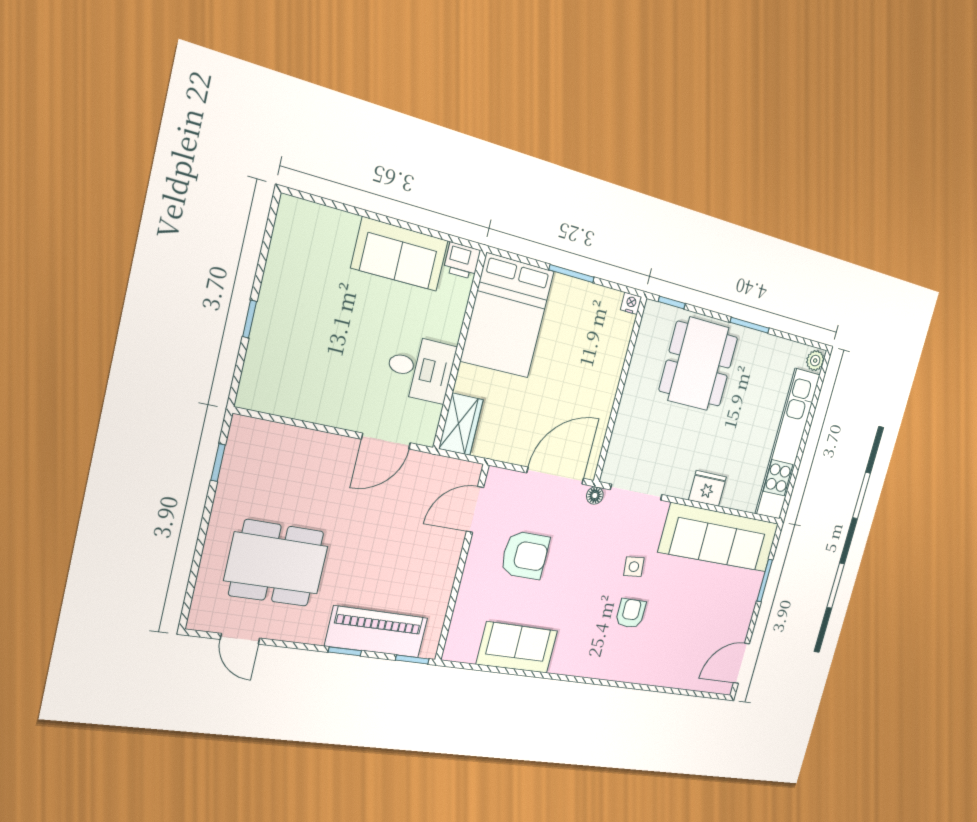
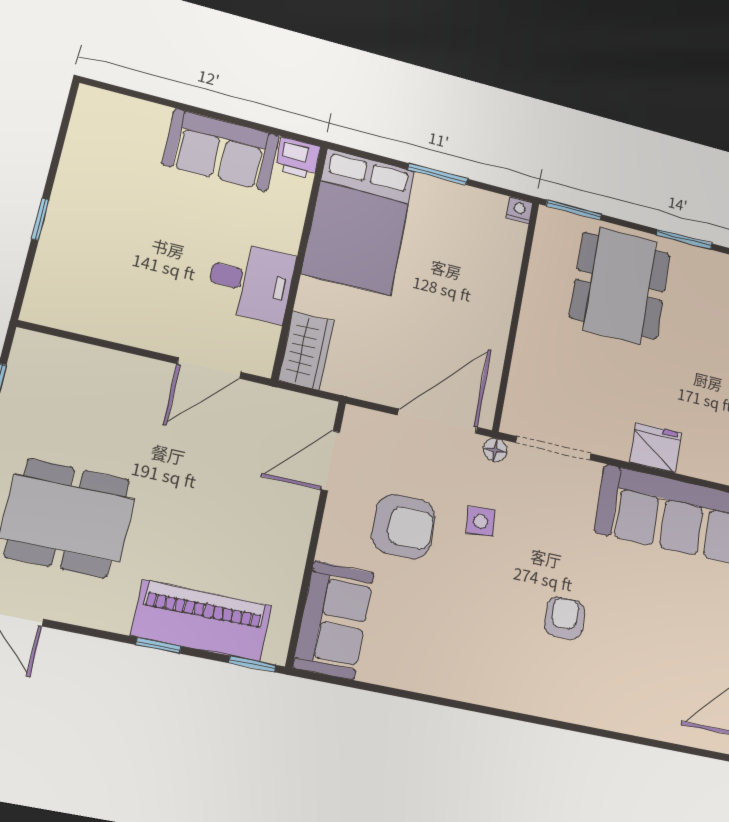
window: (672, 303) -> (574, 210), width x1.50
side table: (634, 567) -> (481, 521), moved
sofa: (517, 648) -> (334, 620), moved, turned 90

